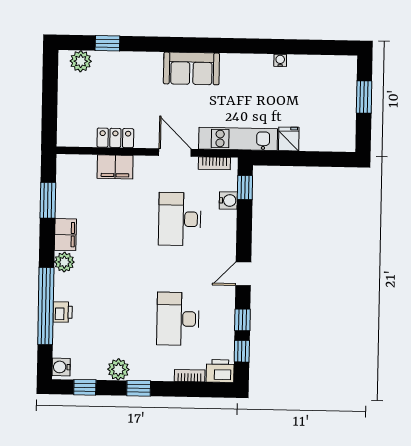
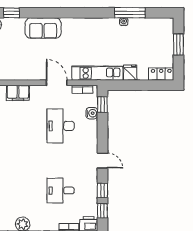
window: (290, 47) -> (130, 13), added
sofa: (191, 68) -> (43, 28), moved
locker: (115, 138) -> (161, 74), moved
door: (243, 274) -> (102, 161), swing flipped
desk: (178, 319) -> (61, 191), width x0.73

